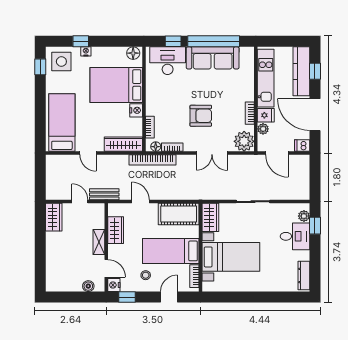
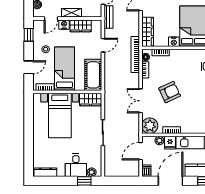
armchair: (201, 116) -> (170, 92), turned -115
nightstand: (114, 285) -> (64, 25), moved
door: (169, 297) -> (29, 67), hinge flipped

